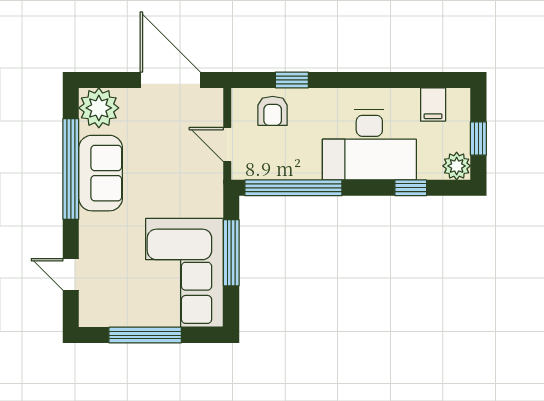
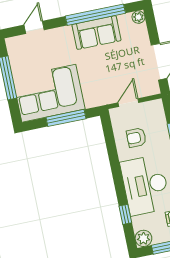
plant: (99, 108) -> (138, 17), width x0.53, depth x0.53
armchair: (273, 111) -> (136, 138), moved
window: (293, 188) -> (111, 146), removed

